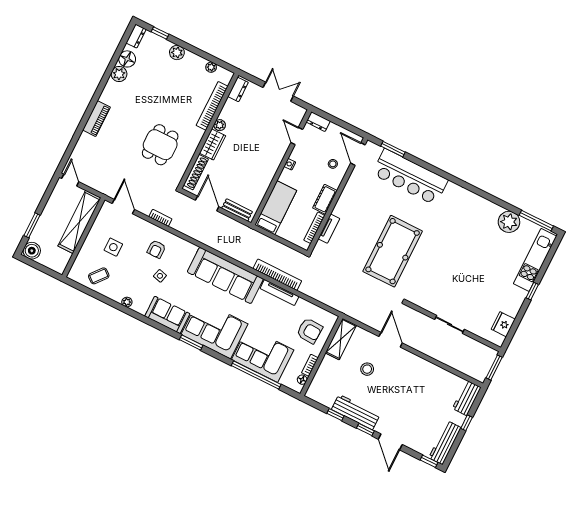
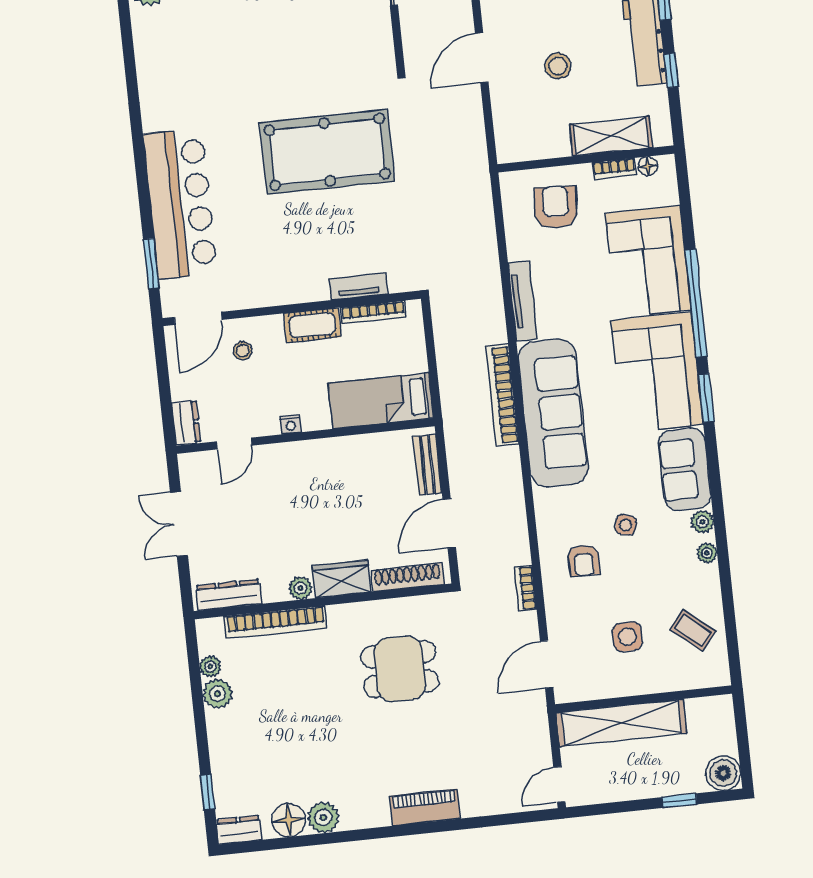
plant: (177, 52) -> (217, 694), moved
dresser: (238, 89) -> (229, 595), width x1.44
window: (32, 225) -> (679, 801), width x0.67
armchair: (156, 249) -> (584, 561), turned 90
bookcase: (277, 275) -> (502, 395), moved
plant: (141, 308) -> (702, 522), added
shelving: (341, 339) -> (611, 136), moved
window: (256, 375) -> (696, 303), moved

